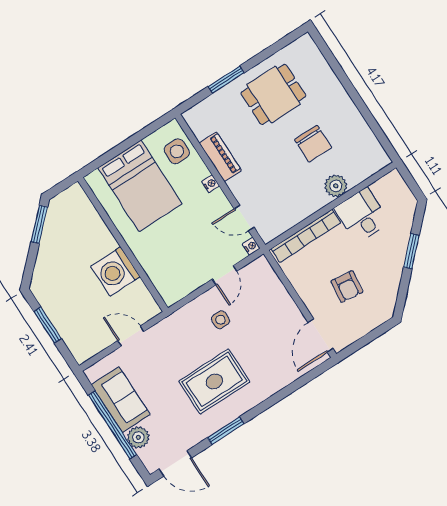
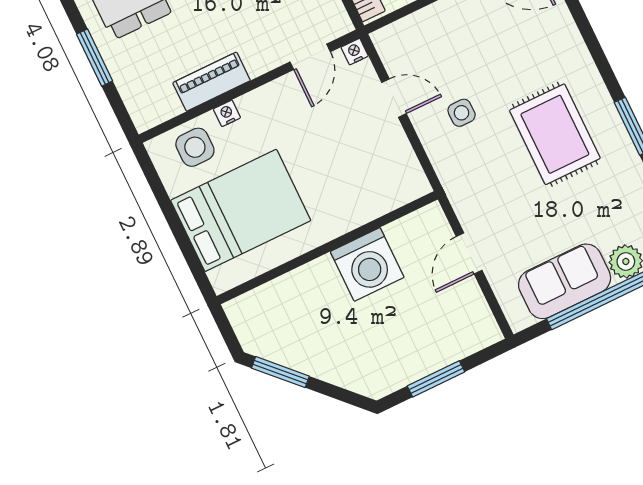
nightstand: (211, 184) -> (227, 113), moved

